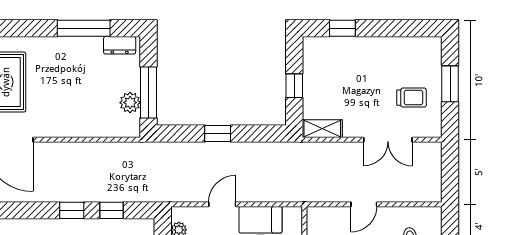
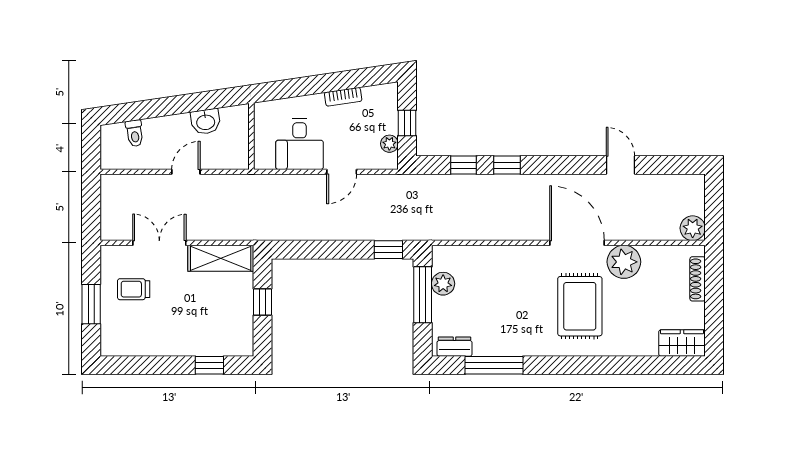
shelving: (322, 129) -> (221, 258), width x1.50, depth x1.33
window: (218, 133) -> (388, 250), moved

